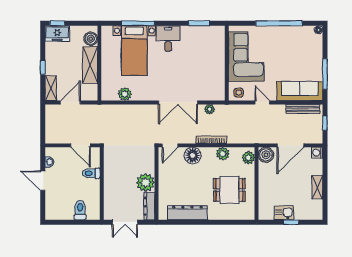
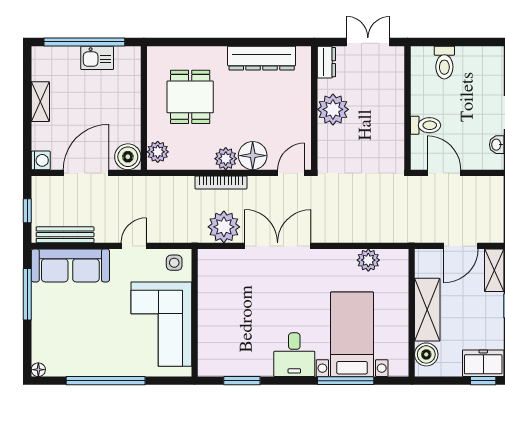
door: (262, 102) -> (134, 246), swing flipped
plant: (210, 109) -> (224, 227), width x1.87, depth x1.87
plant: (223, 154) -> (226, 159), moved
dining table: (229, 190) -> (190, 97), turned 90
dresser: (149, 206) -> (326, 62), width x0.70
window: (291, 222) -> (84, 42), width x3.17

